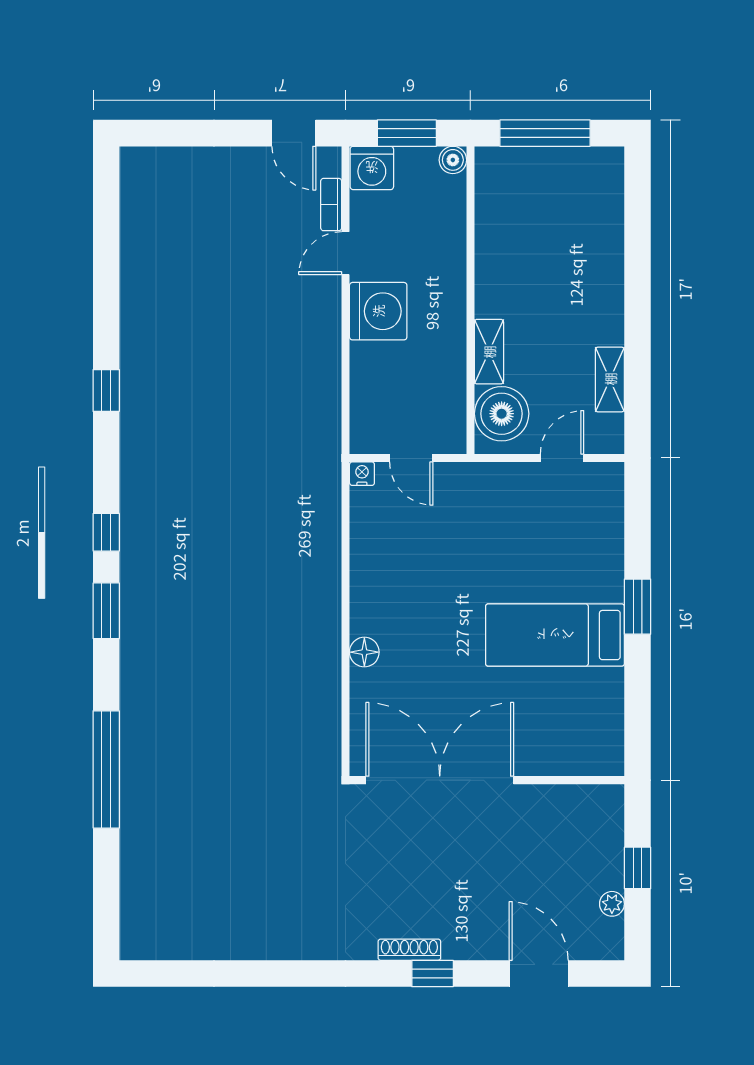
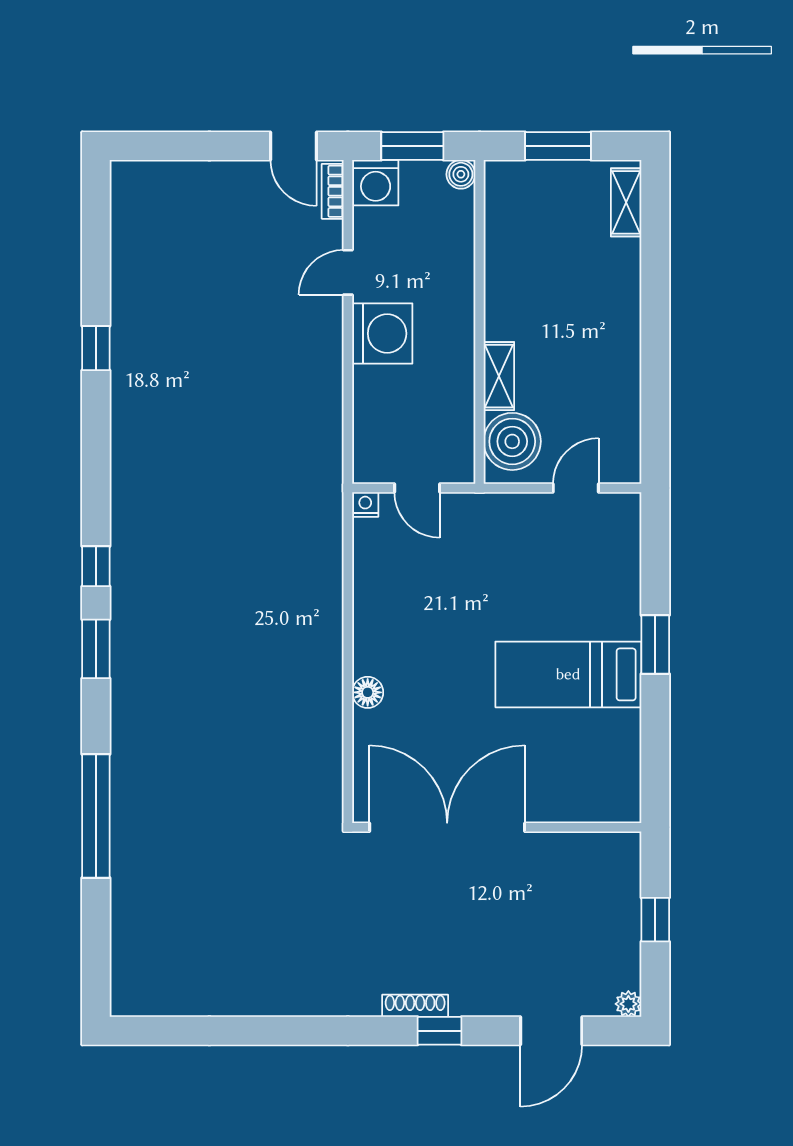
window: (545, 133) -> (558, 146), width x0.69
bookcase: (331, 205) -> (333, 191), moved
shelving: (610, 379) -> (626, 202), moved
window: (106, 390) -> (96, 348), moved
plant: (612, 904) -> (628, 1004), moved
door: (539, 973) -> (551, 1031), swing flipped

